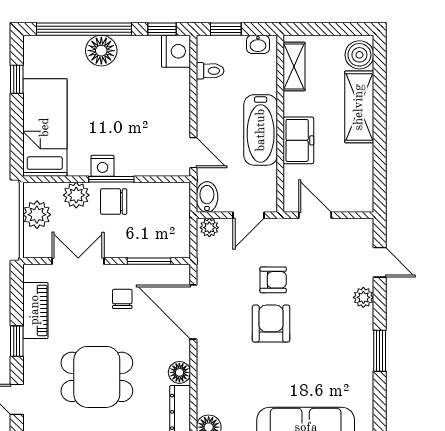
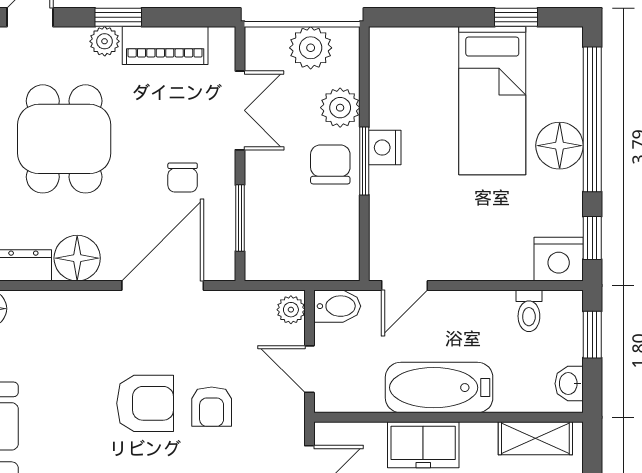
bed: (45, 127) -> (492, 101), moved, turned 90
chair: (122, 299) -> (183, 178), turned 90
plant: (33, 350) -> (105, 41), added
floor lamp: (179, 372) -> (77, 258), width x1.38, depth x1.38

